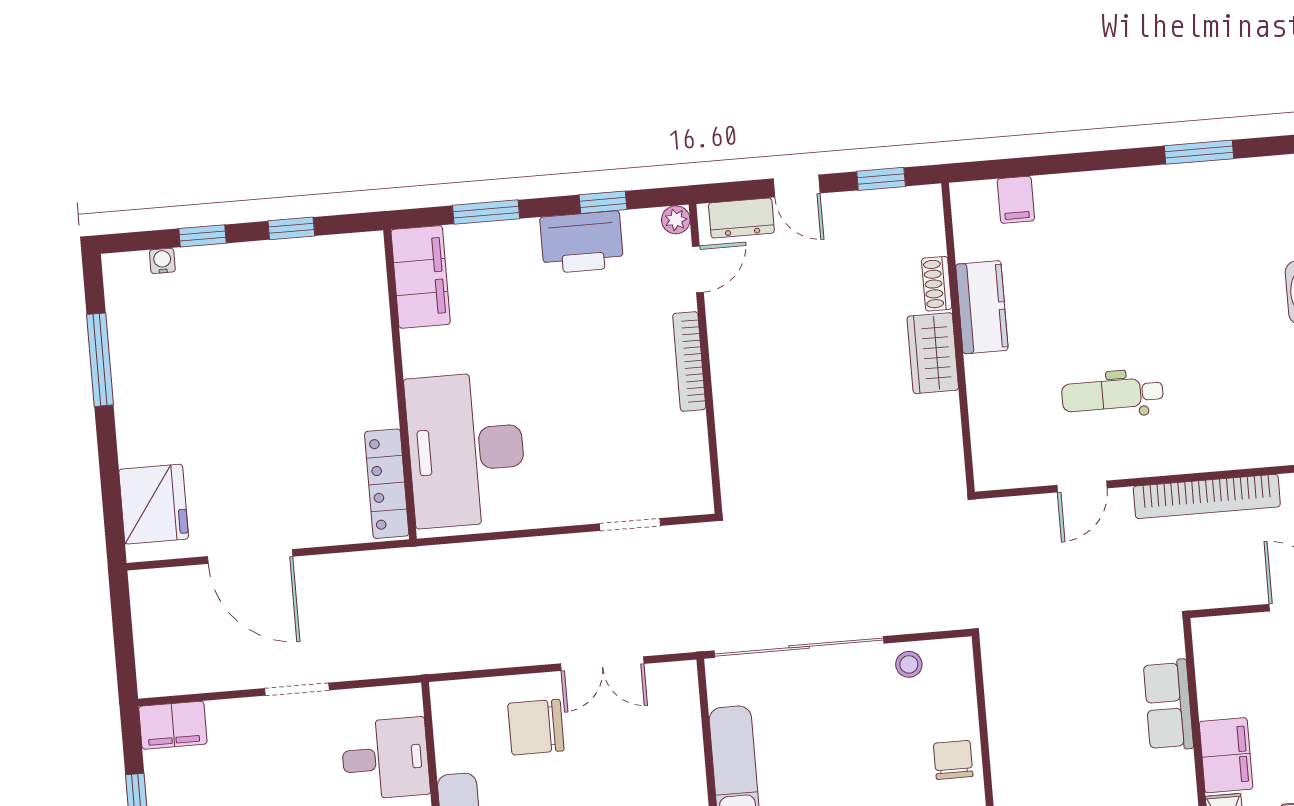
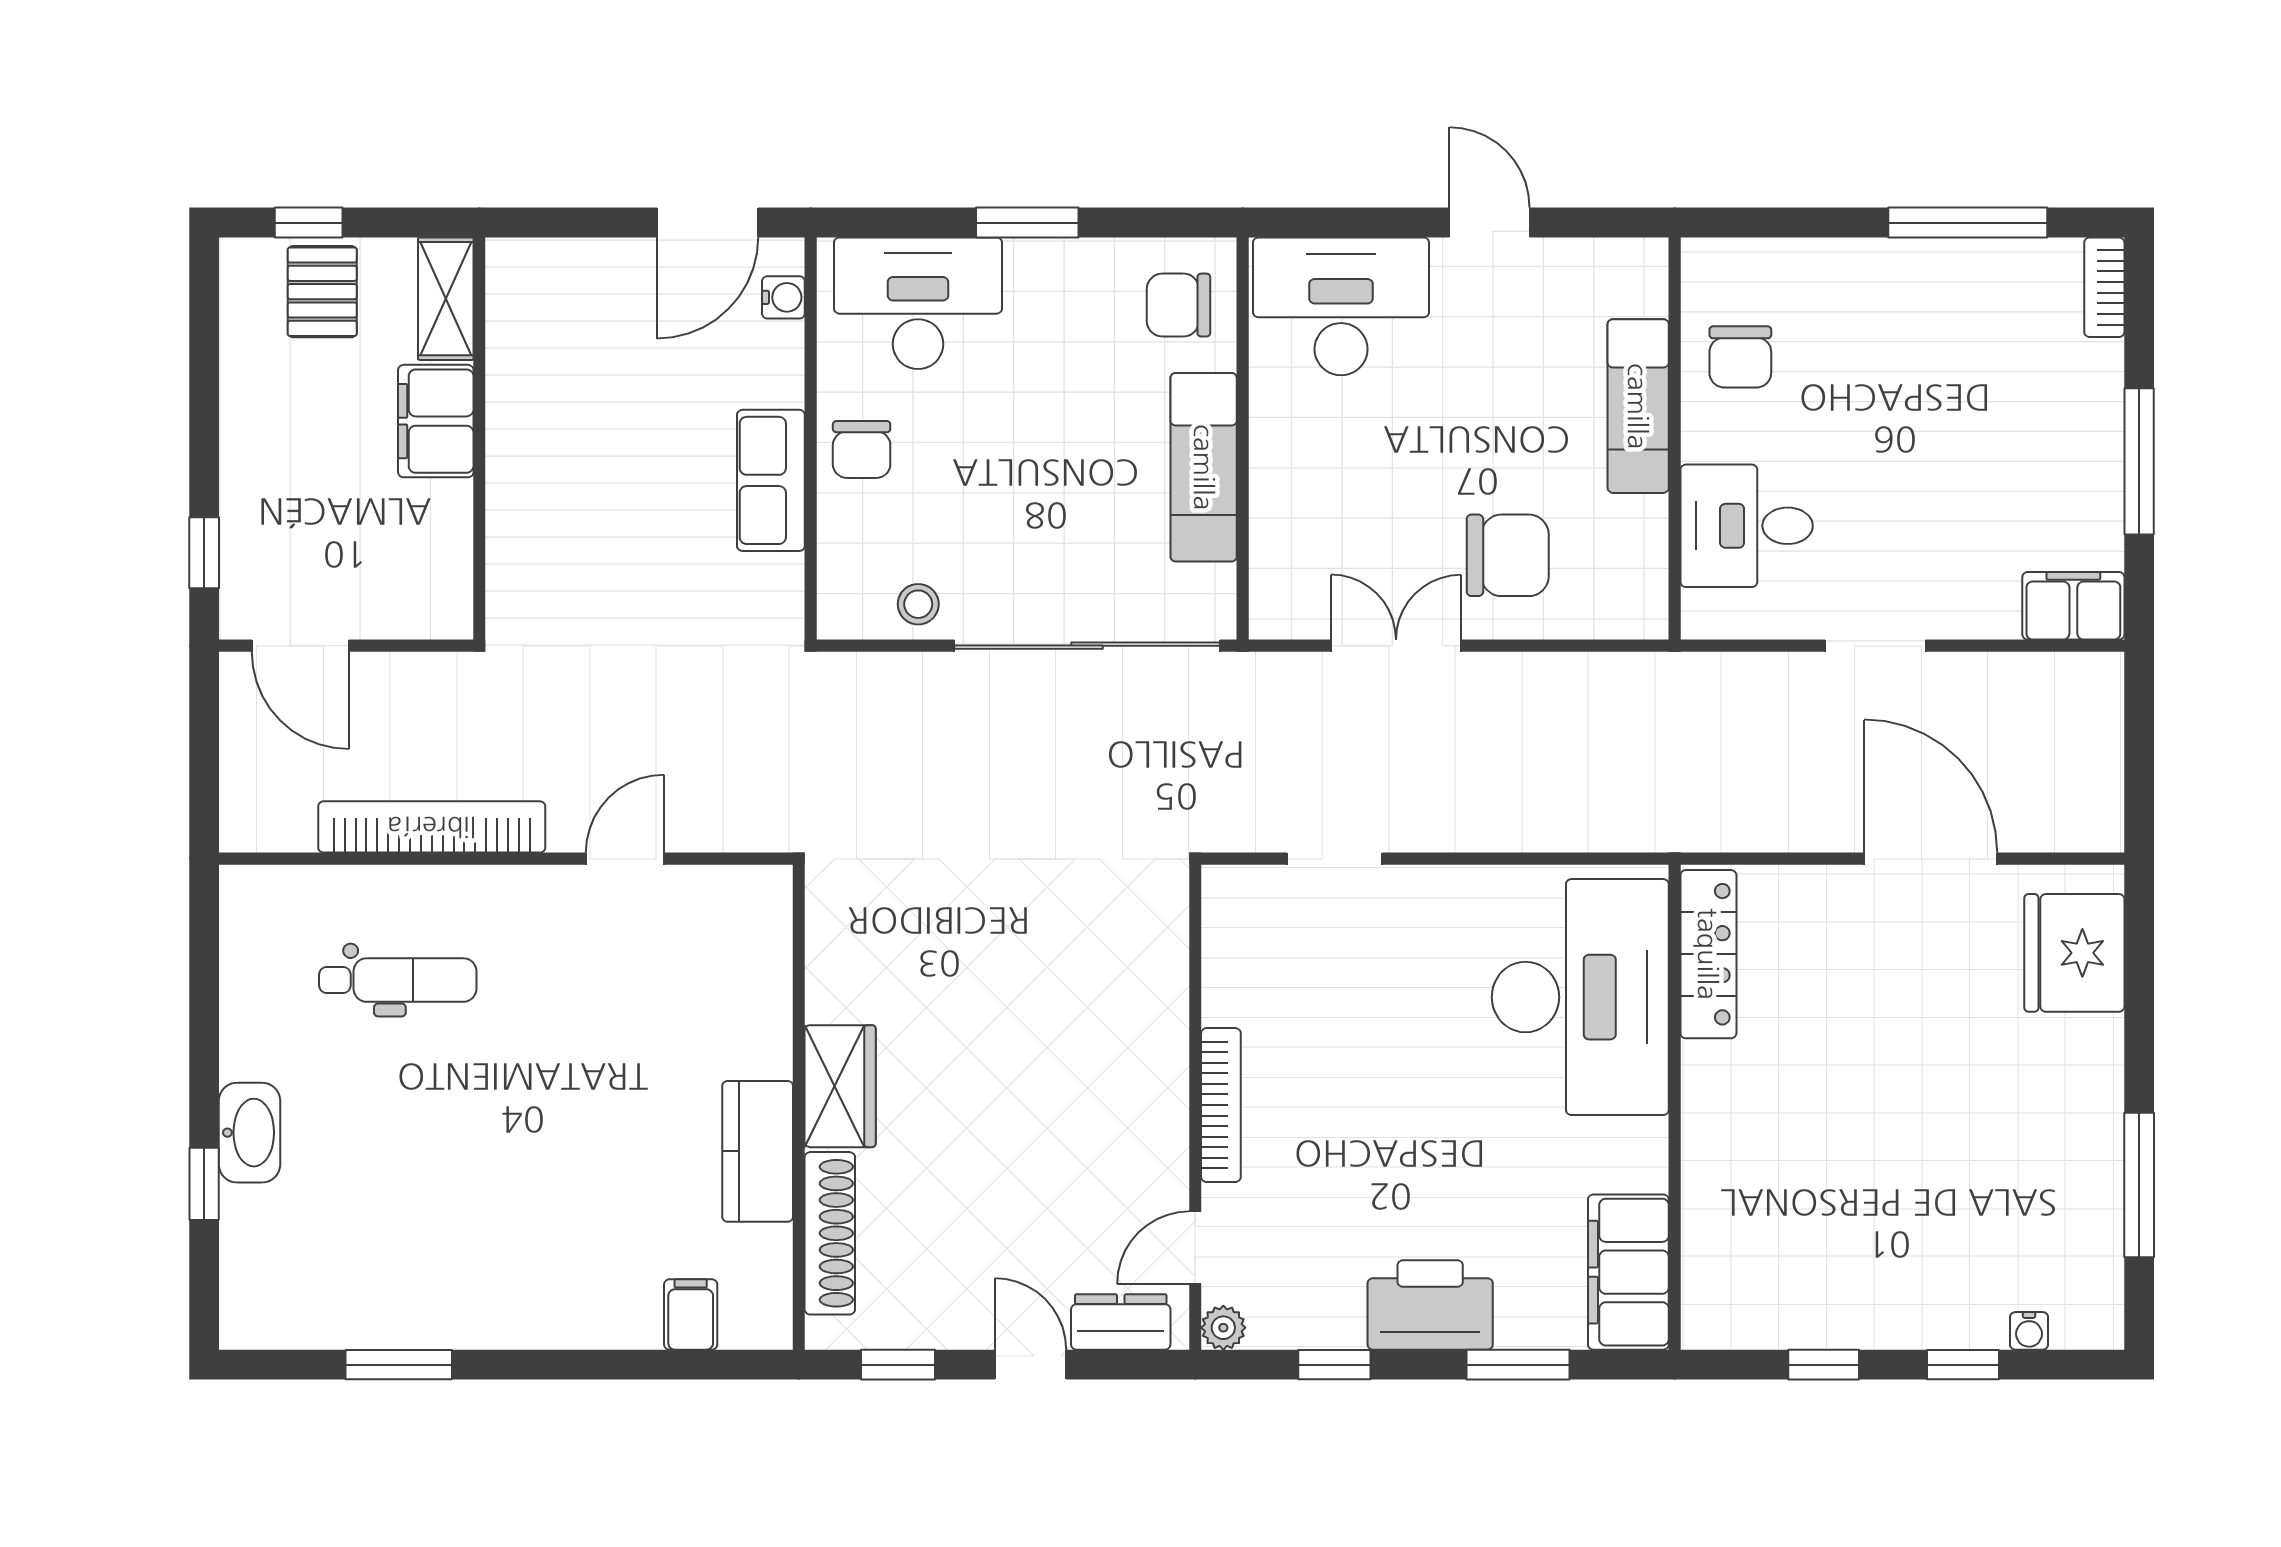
printer: (582, 242) -> (1430, 1305), moved
shoe rack: (937, 284) -> (830, 1233), width x1.94, depth x1.24
dental chair: (1112, 394) -> (398, 980), moved
row of seats: (1168, 705) -> (771, 480), moved, turned 180

